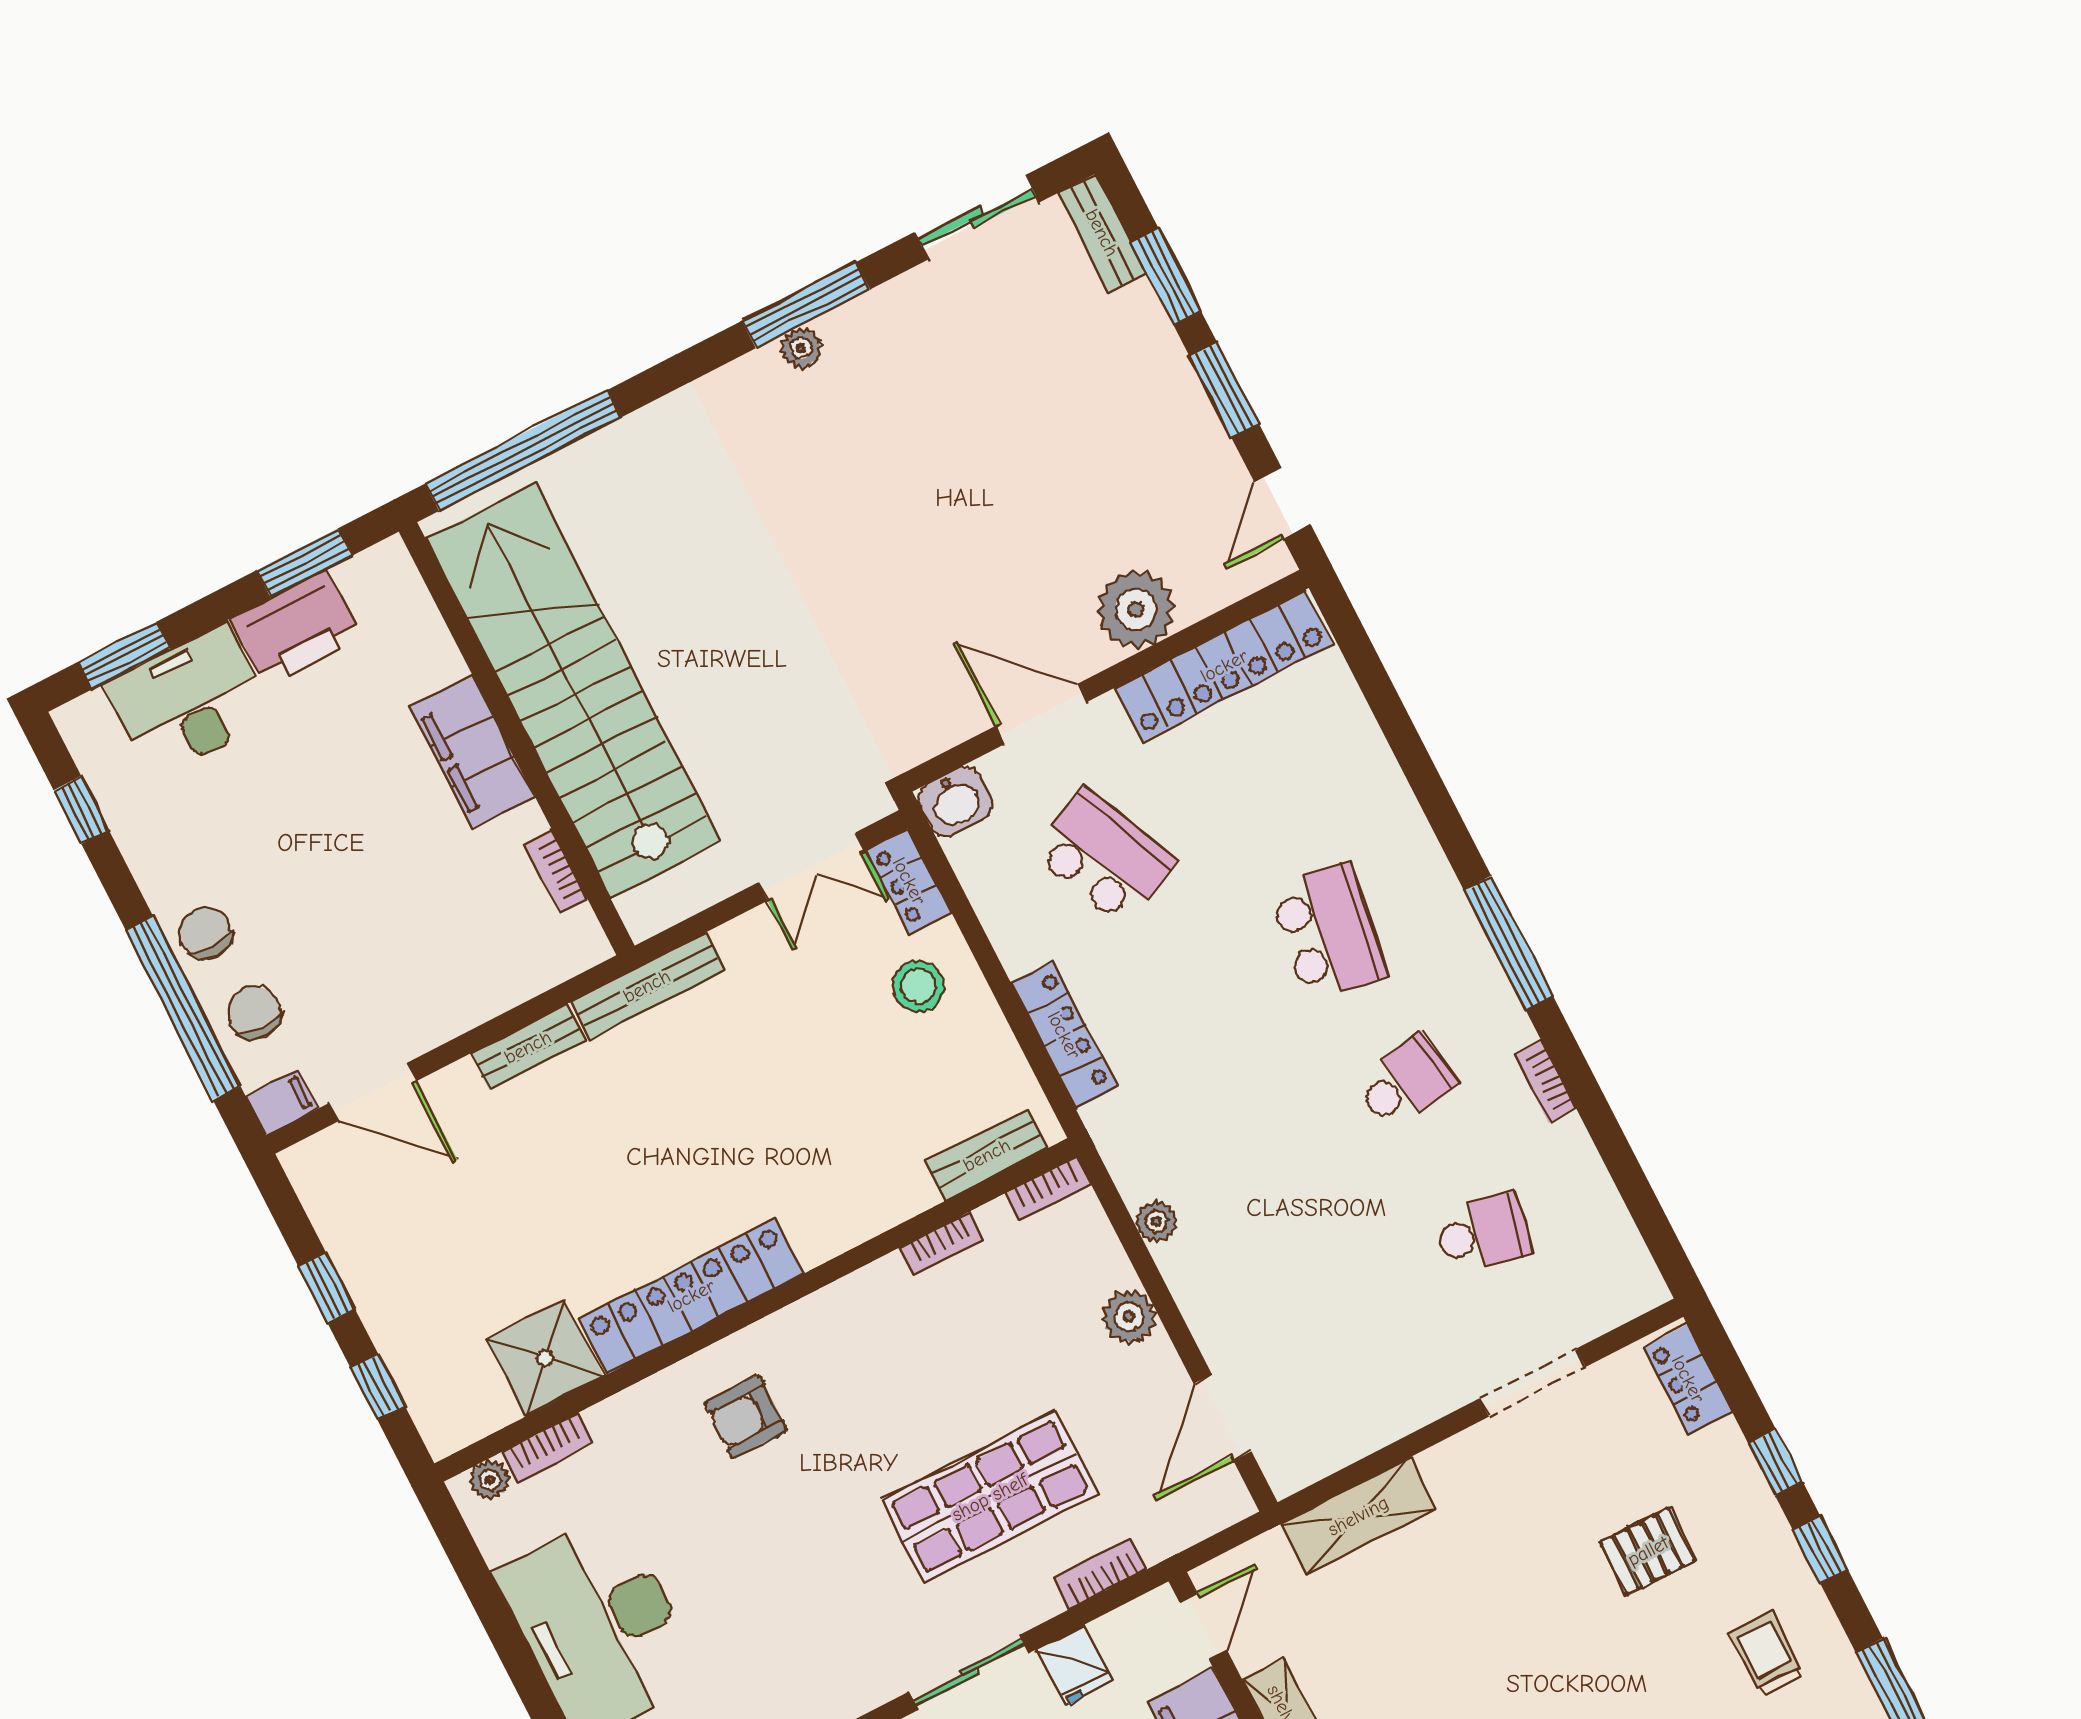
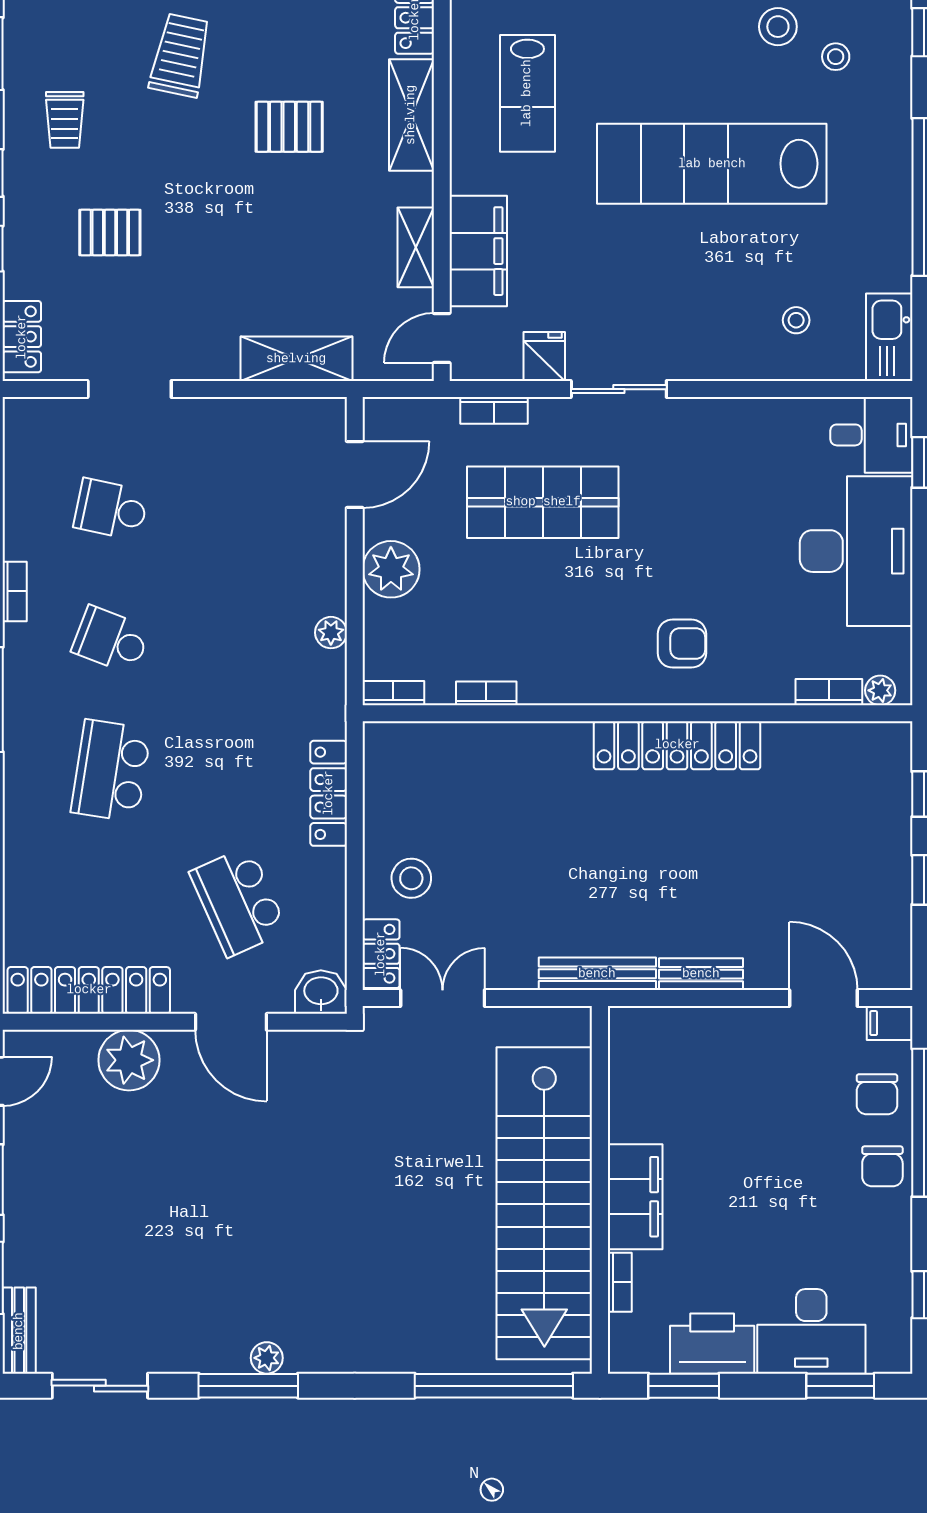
bookcase: (556, 871) -> (620, 1282), moved
school desk: (1405, 1083) -> (111, 640), turned 30
bench: (987, 1155) -> (424, 738), removed
plant: (1129, 1317) -> (391, 569), width x1.36, depth x1.36
shower: (545, 1358) -> (799, 755), removed

